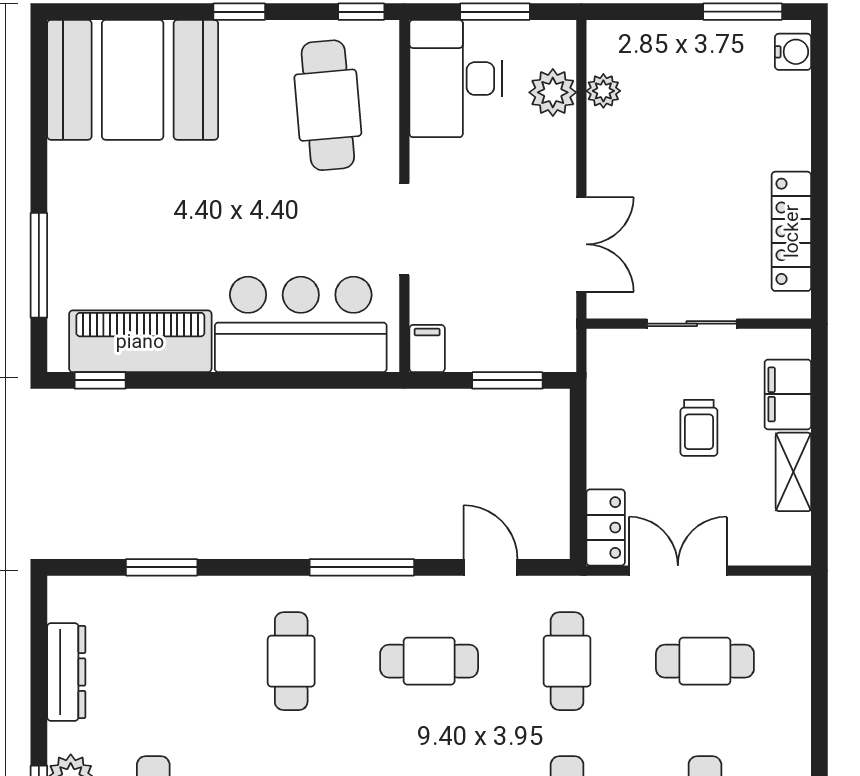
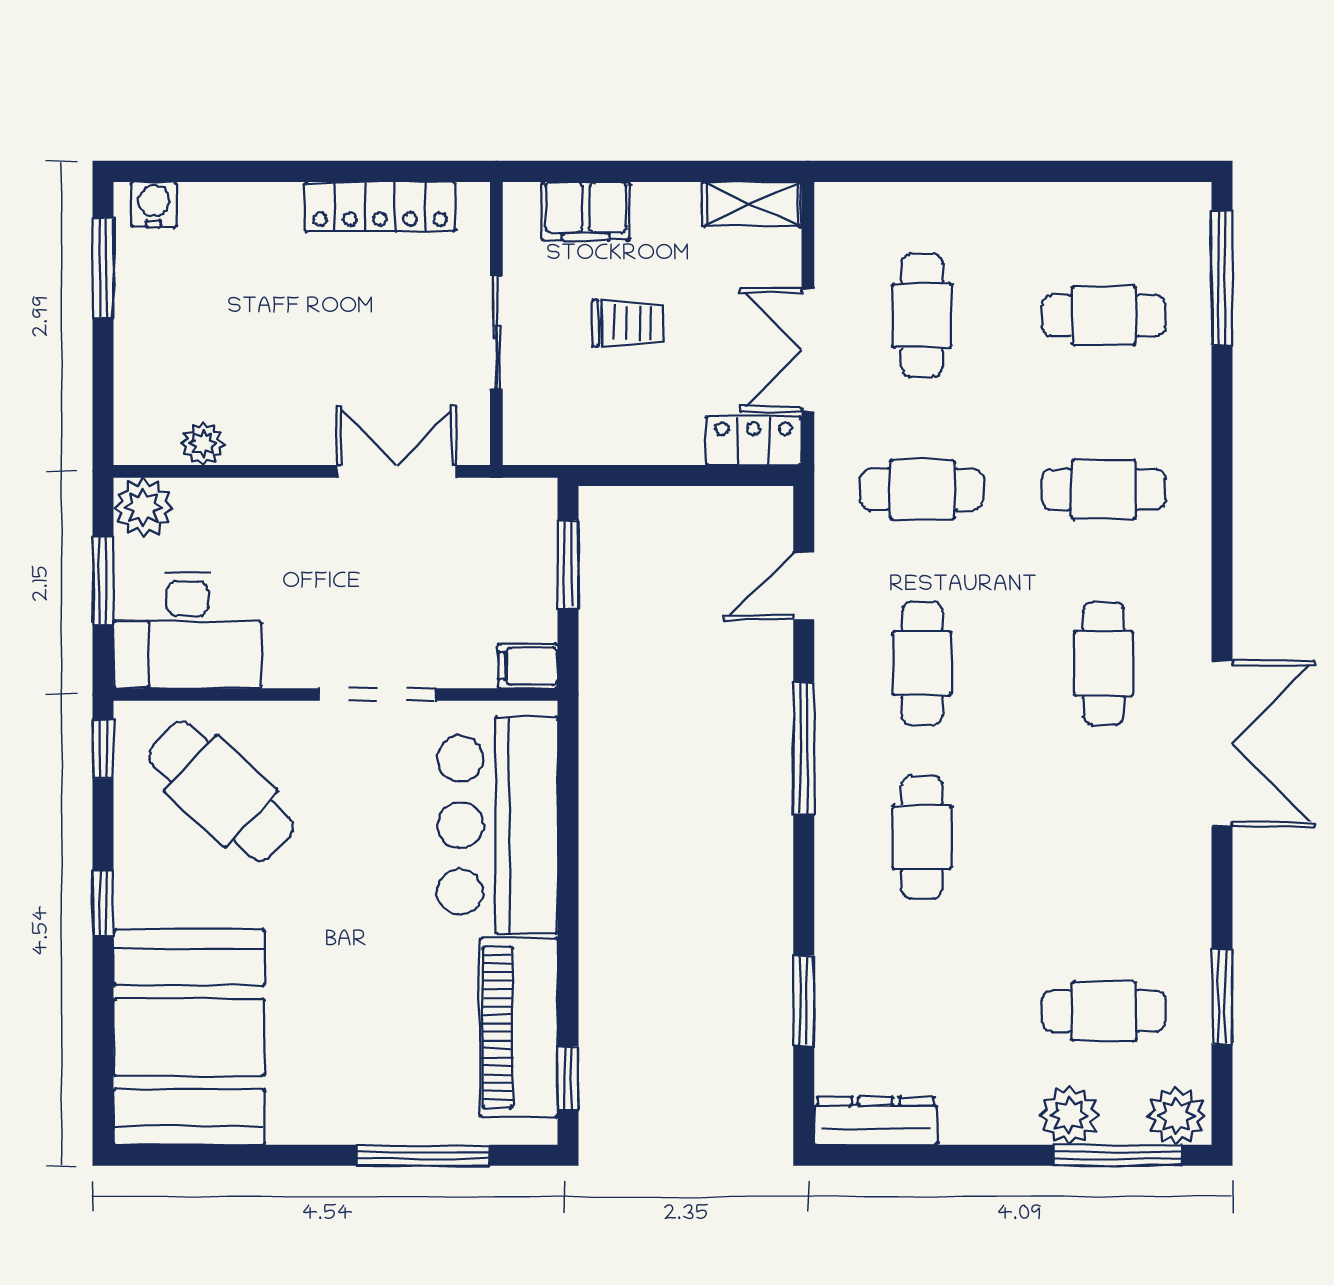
plant: (553, 92) -> (143, 507), moved
cafe table: (328, 105) -> (221, 791), turned 48
shelving: (793, 472) -> (752, 204), moved
cafe table: (291, 661) -> (922, 837), turned 90
dresser: (66, 672) -> (876, 1121), moved

